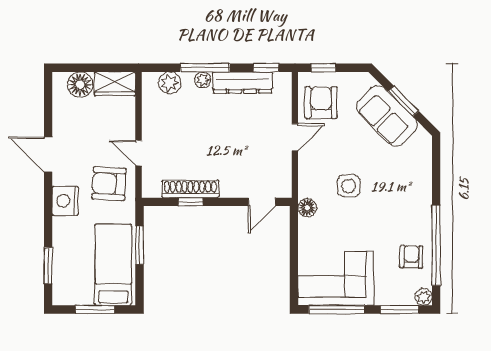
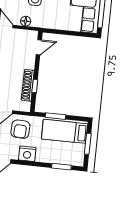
door: (262, 202) -> (39, 47), hinge flipped
floor lamp: (307, 208) -> (26, 21), moved

